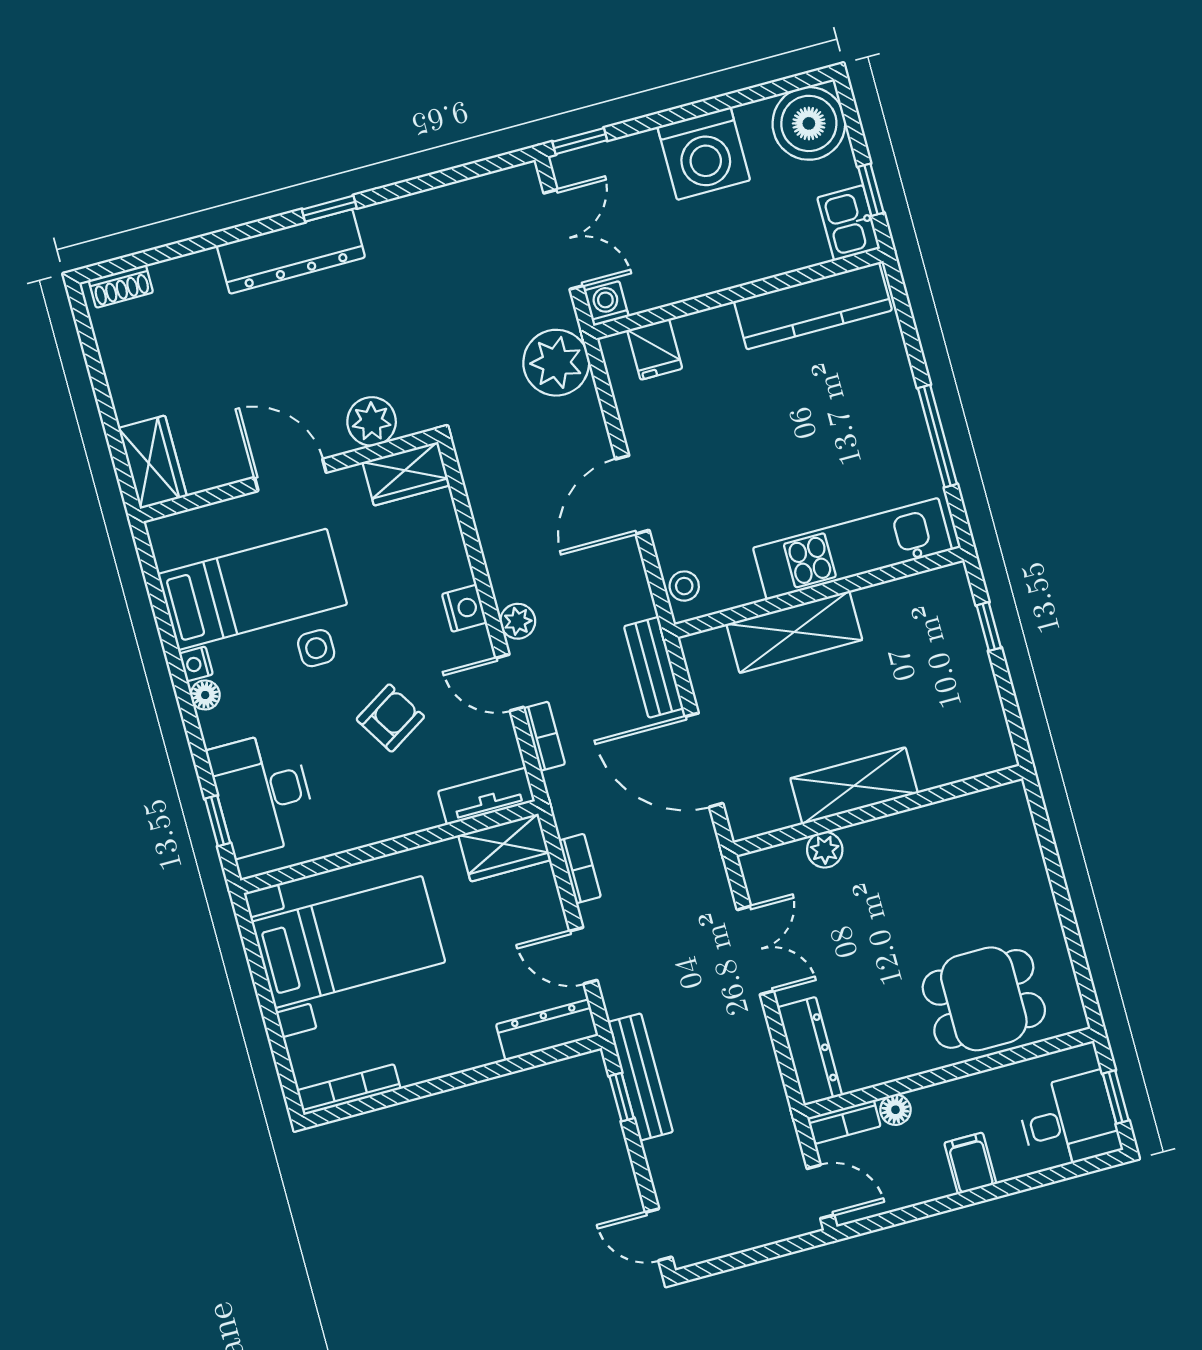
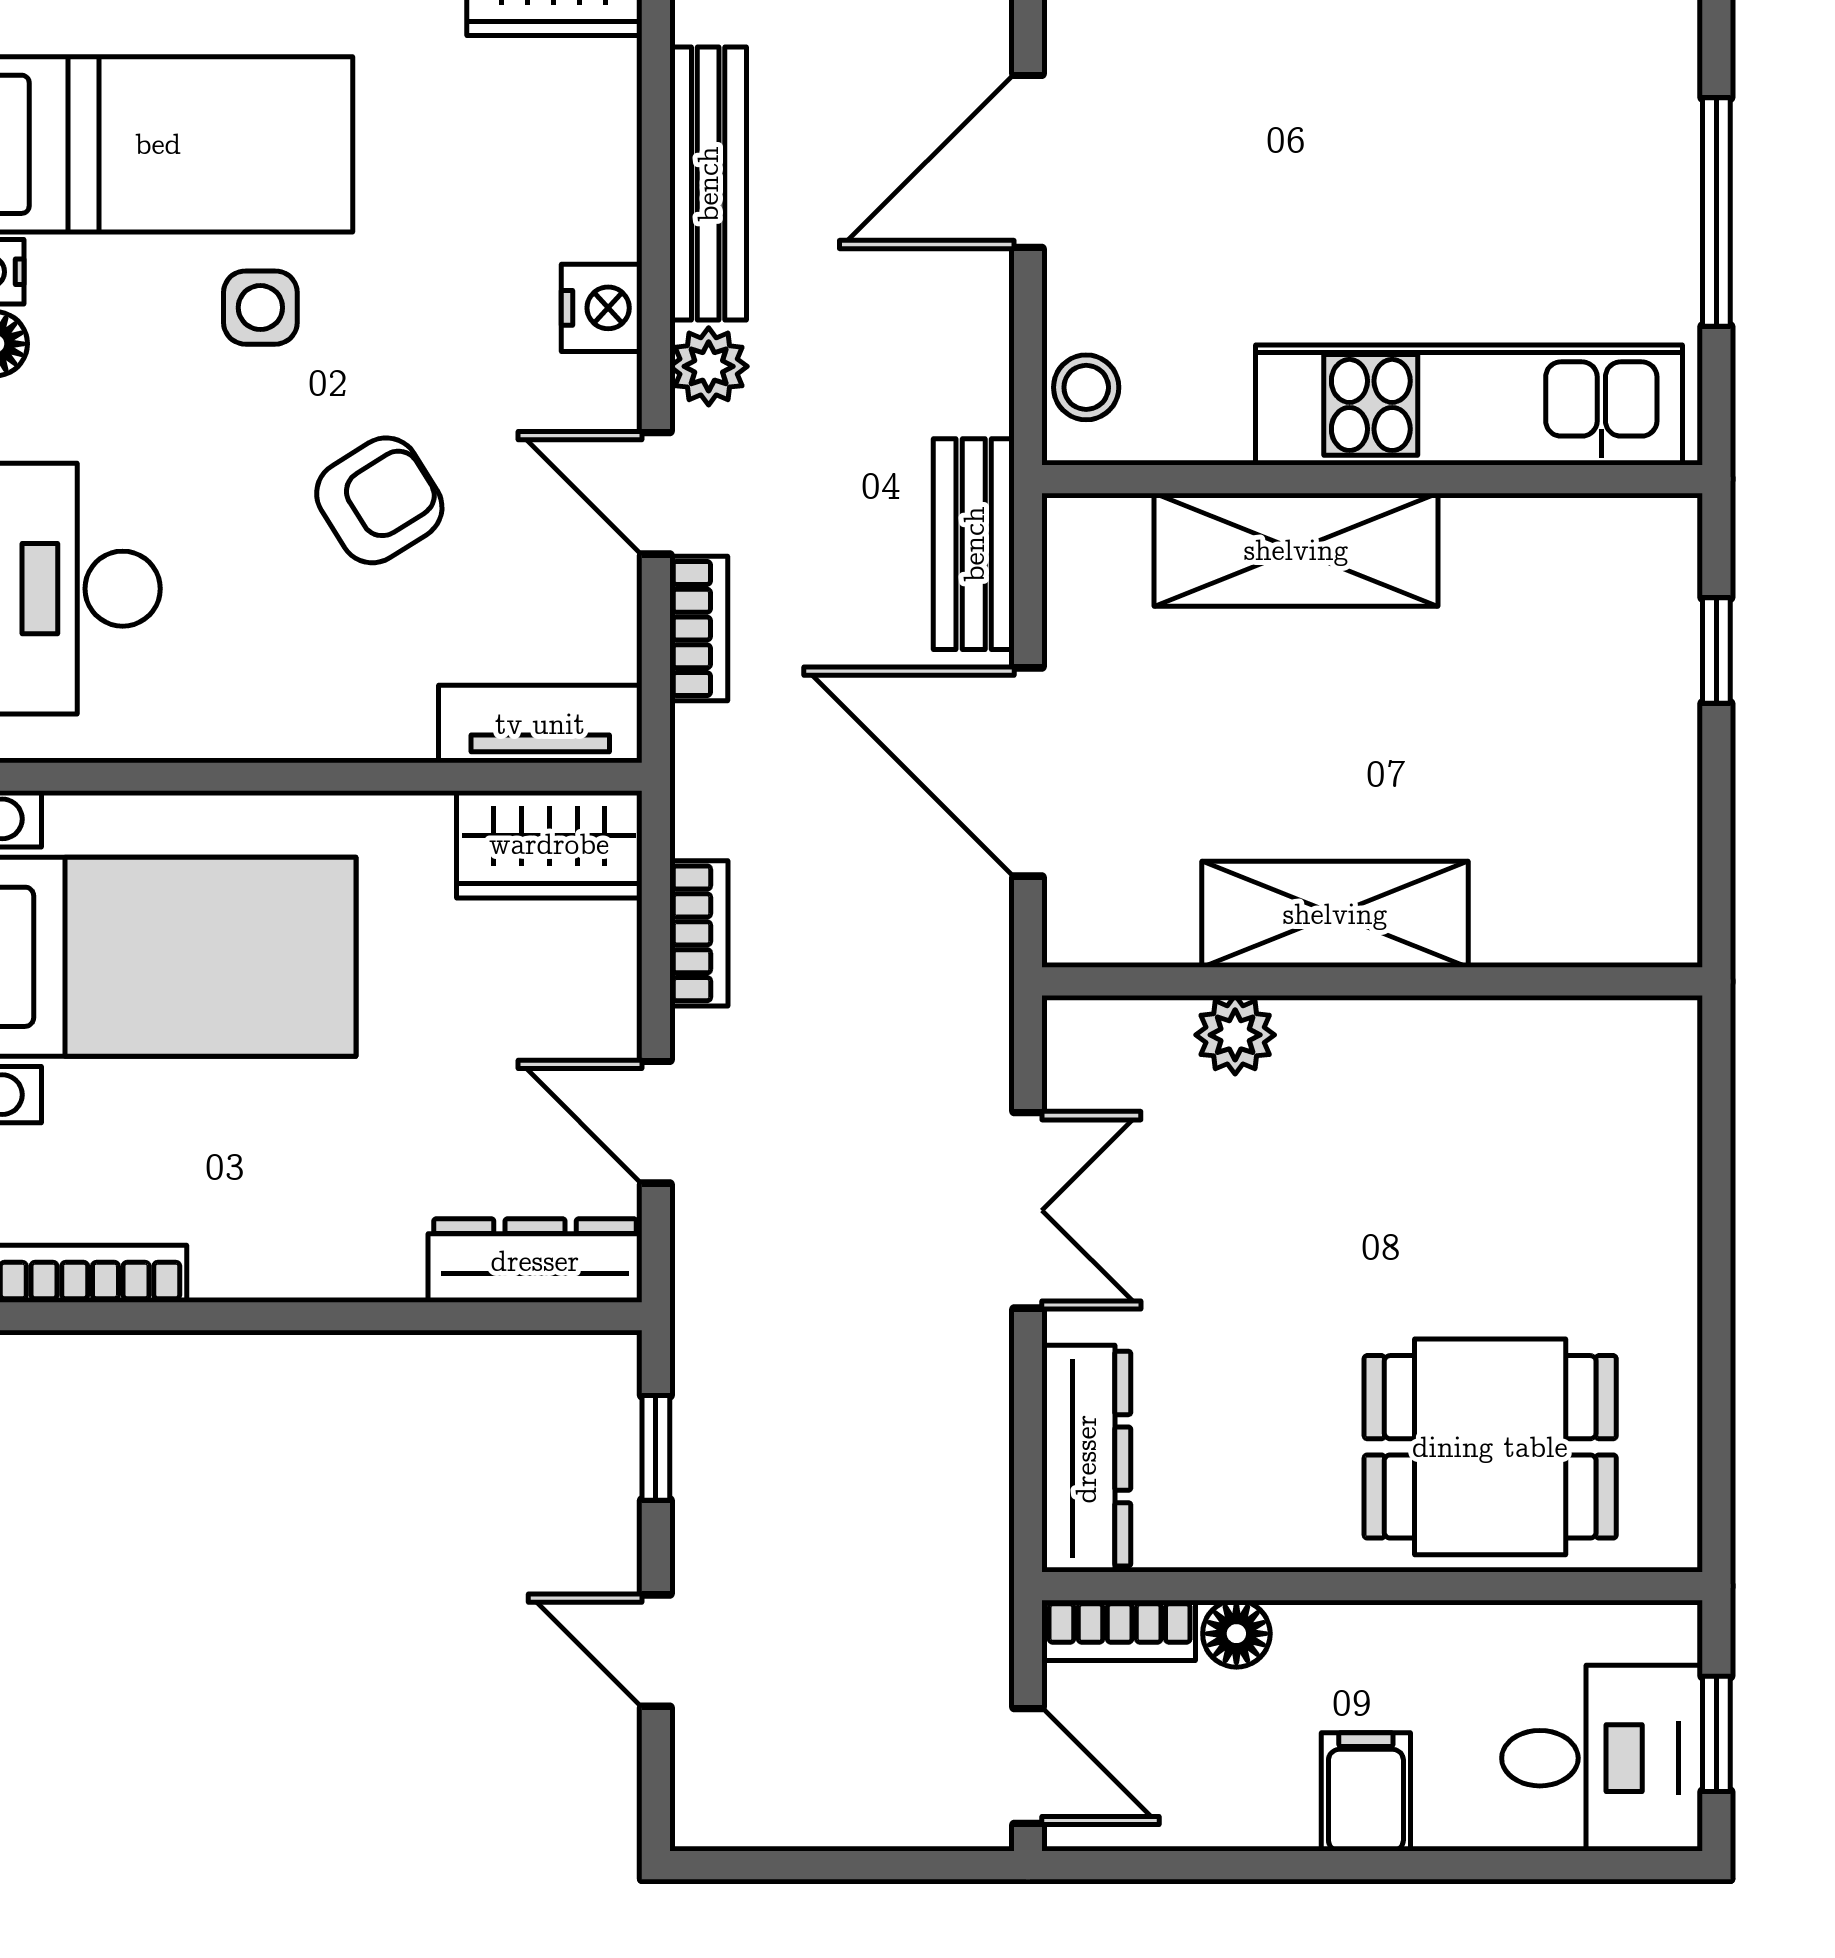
bench: (640, 1077) -> (708, 184), moved
door: (659, 1235) -> (656, 1651), moved

